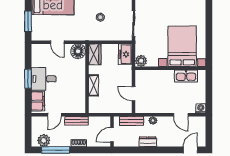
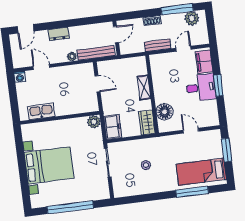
bed with nightstands: (182, 46) -> (49, 165), moved, turned -90
floor lamp: (78, 51) -> (165, 112), moved
bench: (132, 121) -> (96, 53), width x1.36
dresser: (148, 142) -> (59, 34), moved

